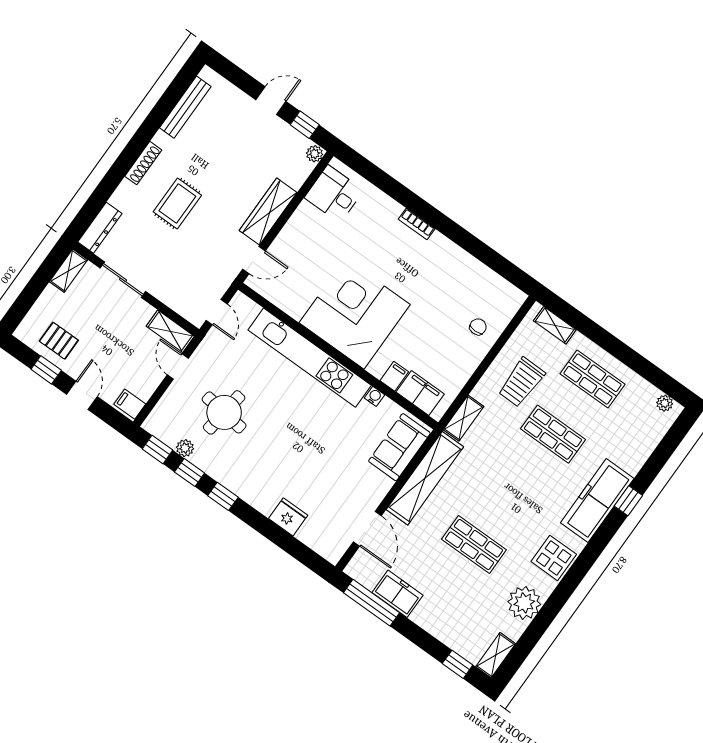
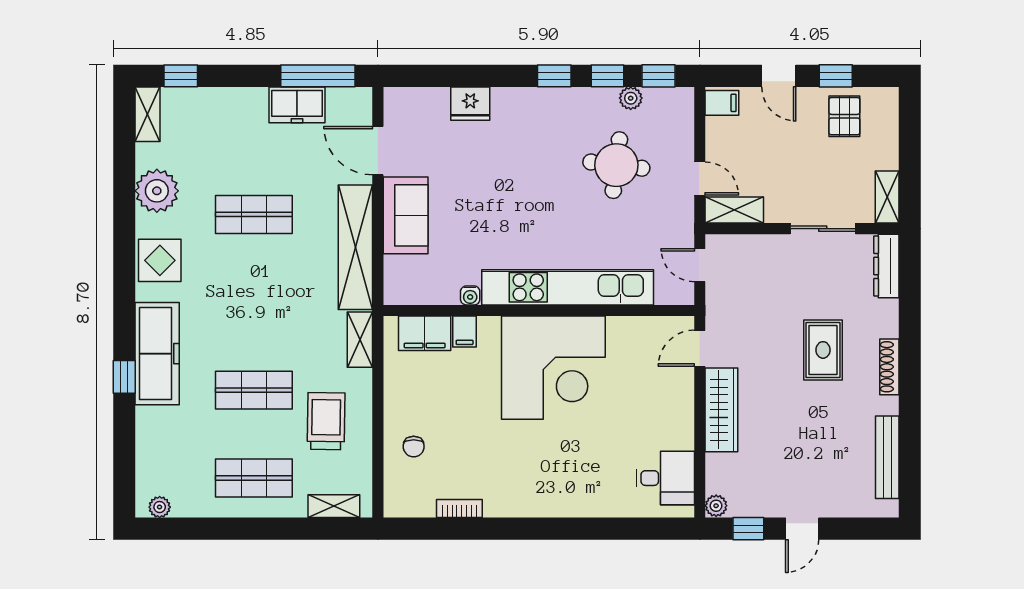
bookcase: (417, 224) -> (459, 509), moved
pallet: (59, 341) -> (844, 116), turned 90
sofa: (399, 447) -> (406, 215), moved

